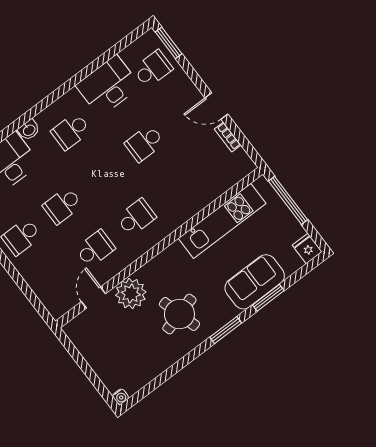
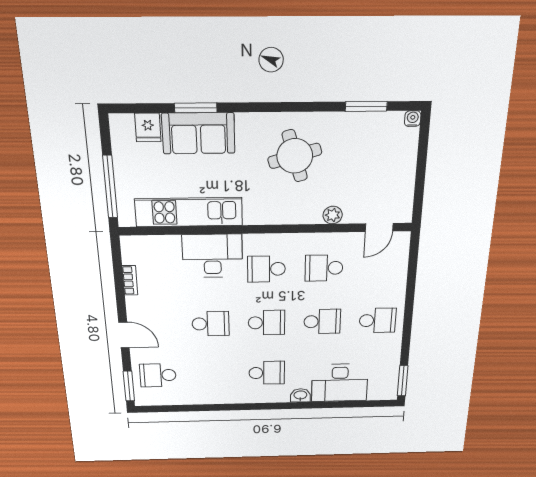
desk: (108, 86) -> (212, 256), moved, turned 180
door: (216, 106) -> (124, 335), moved
school desk: (104, 174) -> (267, 323), added
fridge: (307, 248) -> (148, 128), moved
plant: (131, 294) -> (333, 215), width x0.53, depth x0.53
door: (93, 298) -> (379, 227), moved
window: (226, 330) -> (366, 106), moved

